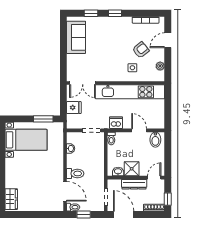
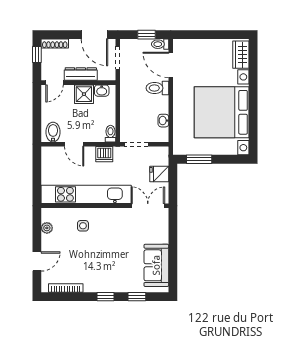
armchair: (141, 50) -> (72, 249), removed
bed with nightstands: (26, 140) -> (222, 112), width x1.85

